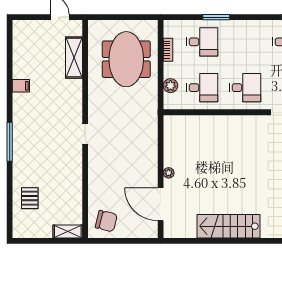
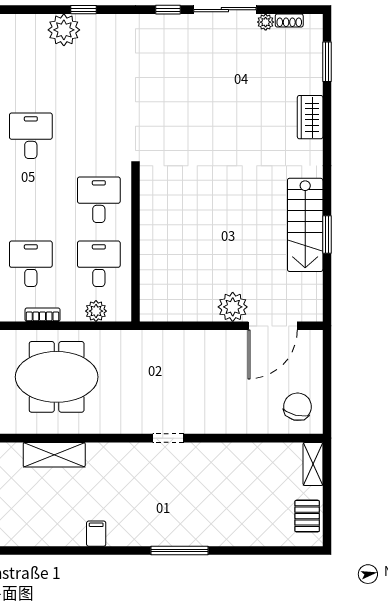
plant: (169, 173) -> (233, 307), width x1.87, depth x1.87
pallet: (30, 198) -> (307, 516), moved, turned 90
window: (222, 241) -> (327, 234), added

